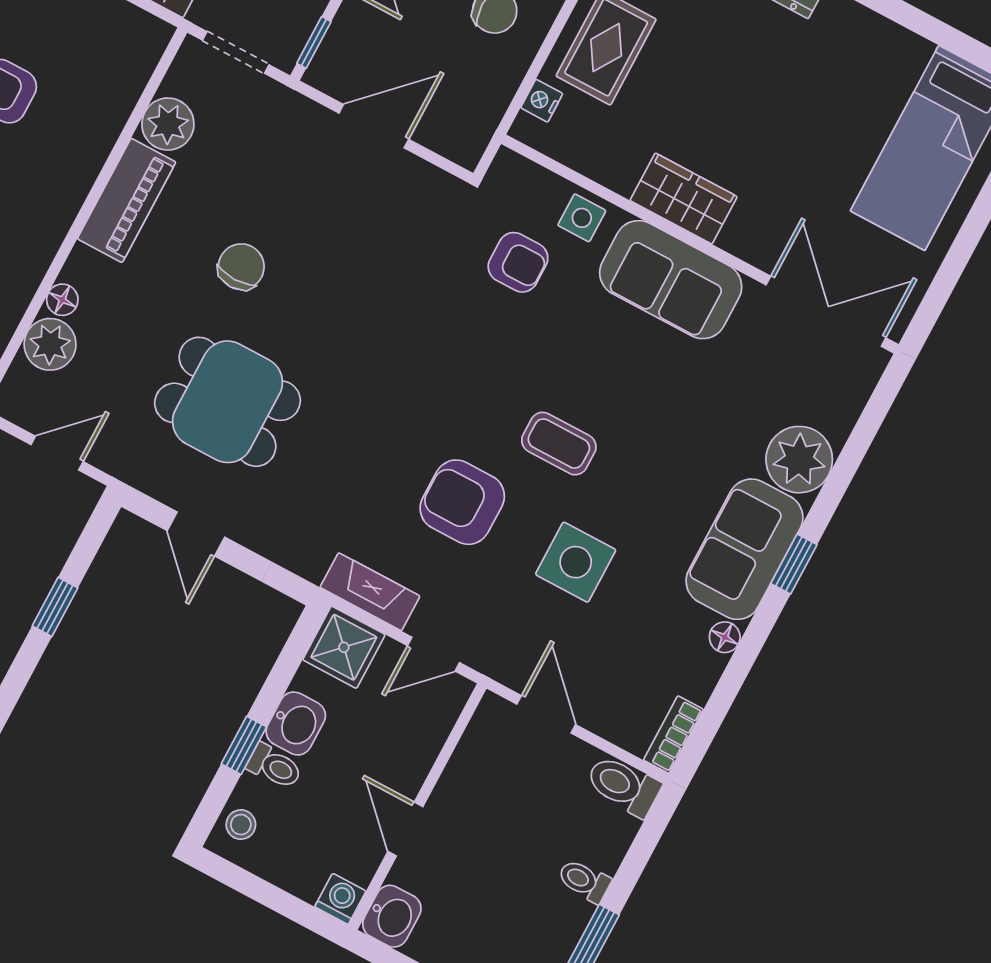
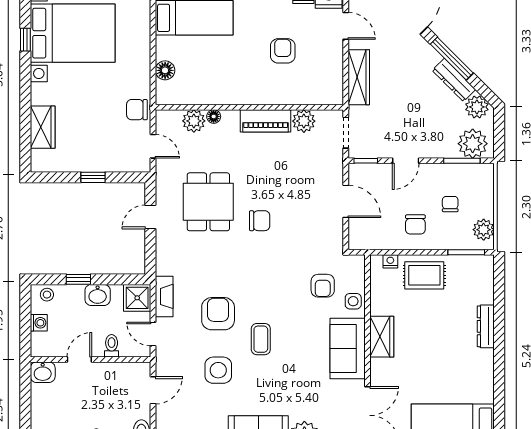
chair: (241, 267) -> (260, 221), moved
toilet: (275, 766) -> (112, 346), moved, turned 180
washing machine: (340, 899) -> (39, 323), moved

